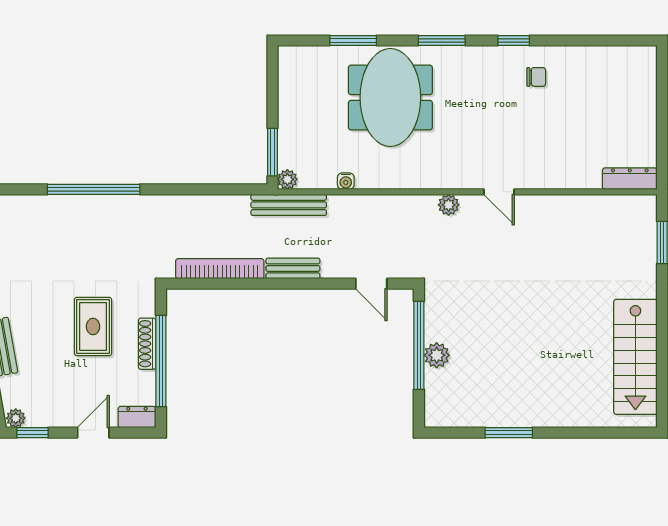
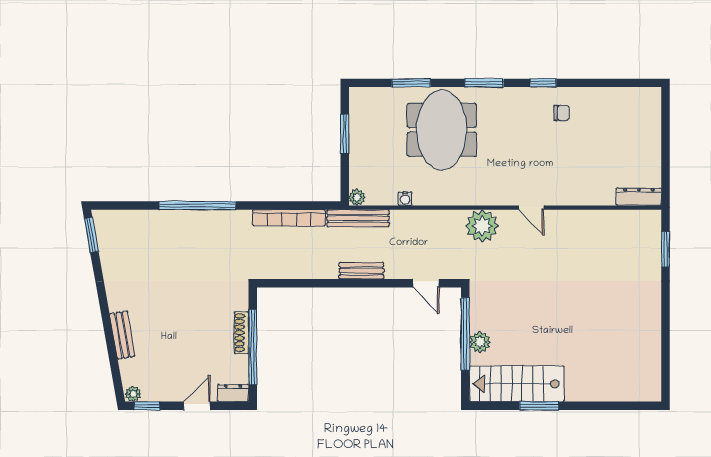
window: (273, 152) -> (345, 134), moved
plant: (449, 205) -> (482, 226), width x1.87, depth x1.87
bookcase: (220, 269) -> (289, 218), moved, turned 180
rug: (93, 327) -> (197, 318), removed
stairs: (635, 357) -> (517, 384), moved, turned 90

